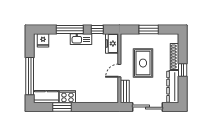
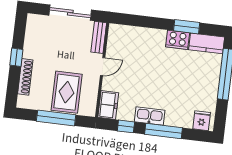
window: (149, 29) -> (56, 118), width x1.44
rug: (143, 63) -> (67, 92), moved
dresser: (173, 87) -> (33, 36), removed

